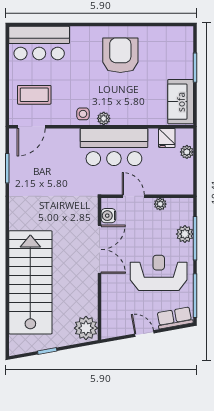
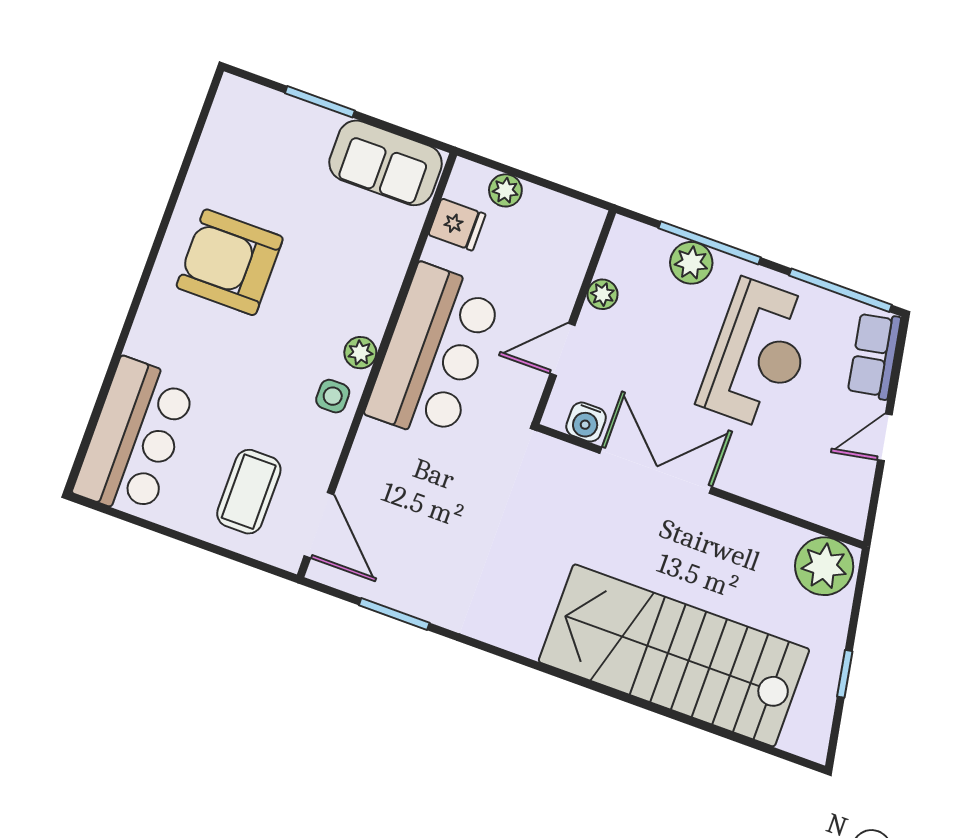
reception desk: (159, 273) -> (758, 355), turned 180

